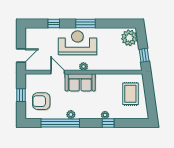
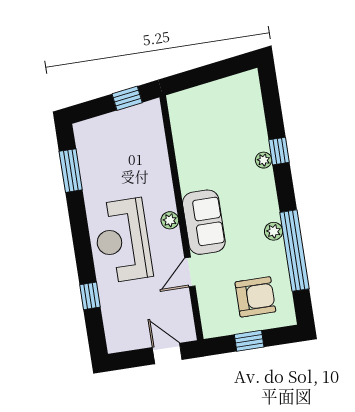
window: (85, 23) -> (71, 171), moved
plant: (129, 38) -> (96, 135), removed
rug: (130, 94) -> (211, 114), removed
armchair: (41, 101) -> (255, 297), turned -90

